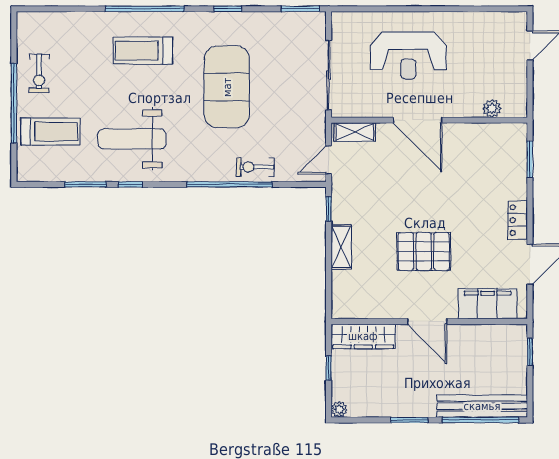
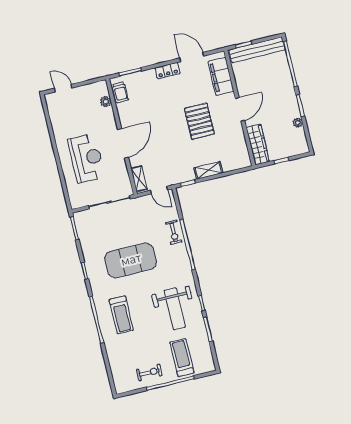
trolley: (501, 136) -> (120, 92), added
bench: (482, 406) -> (257, 50), moved, turned 90
plant: (339, 409) -> (298, 123), moved

